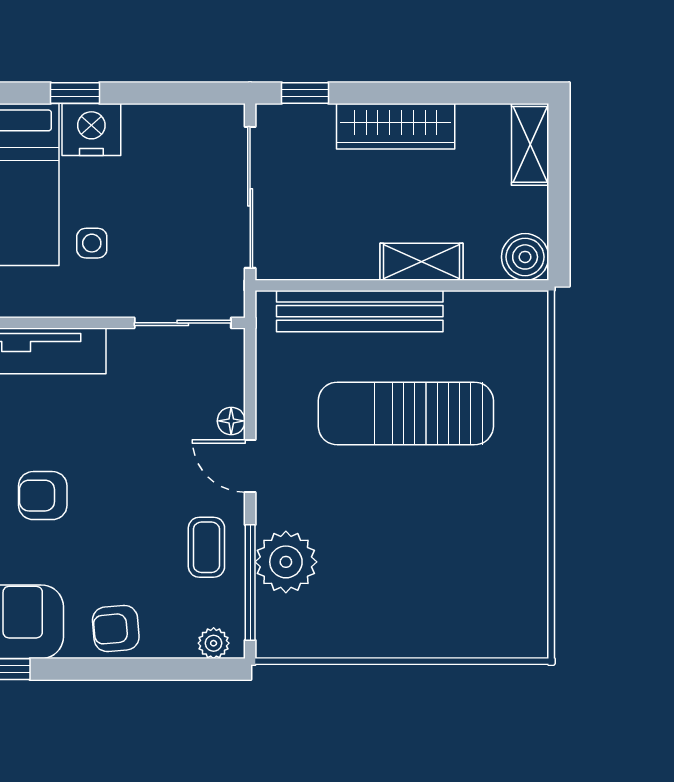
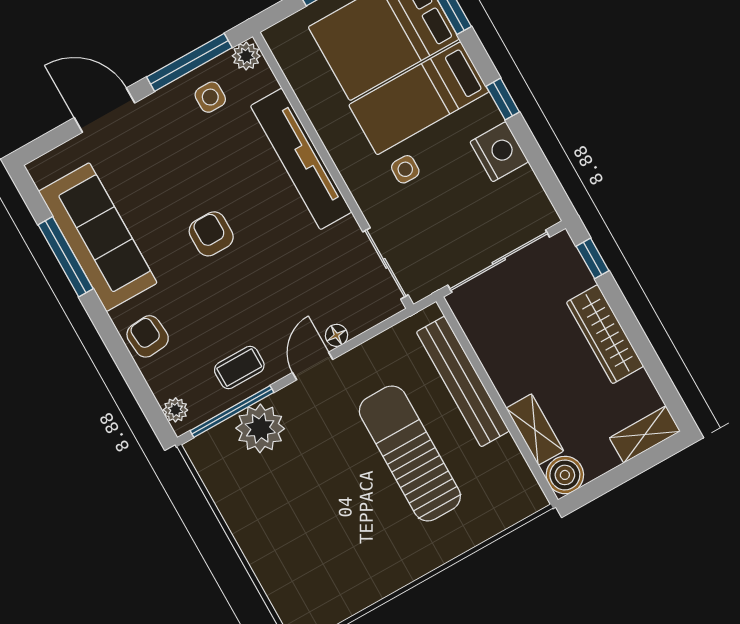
nightstand: (91, 130) -> (499, 152), moved
shelving: (422, 262) -> (535, 430), moved

